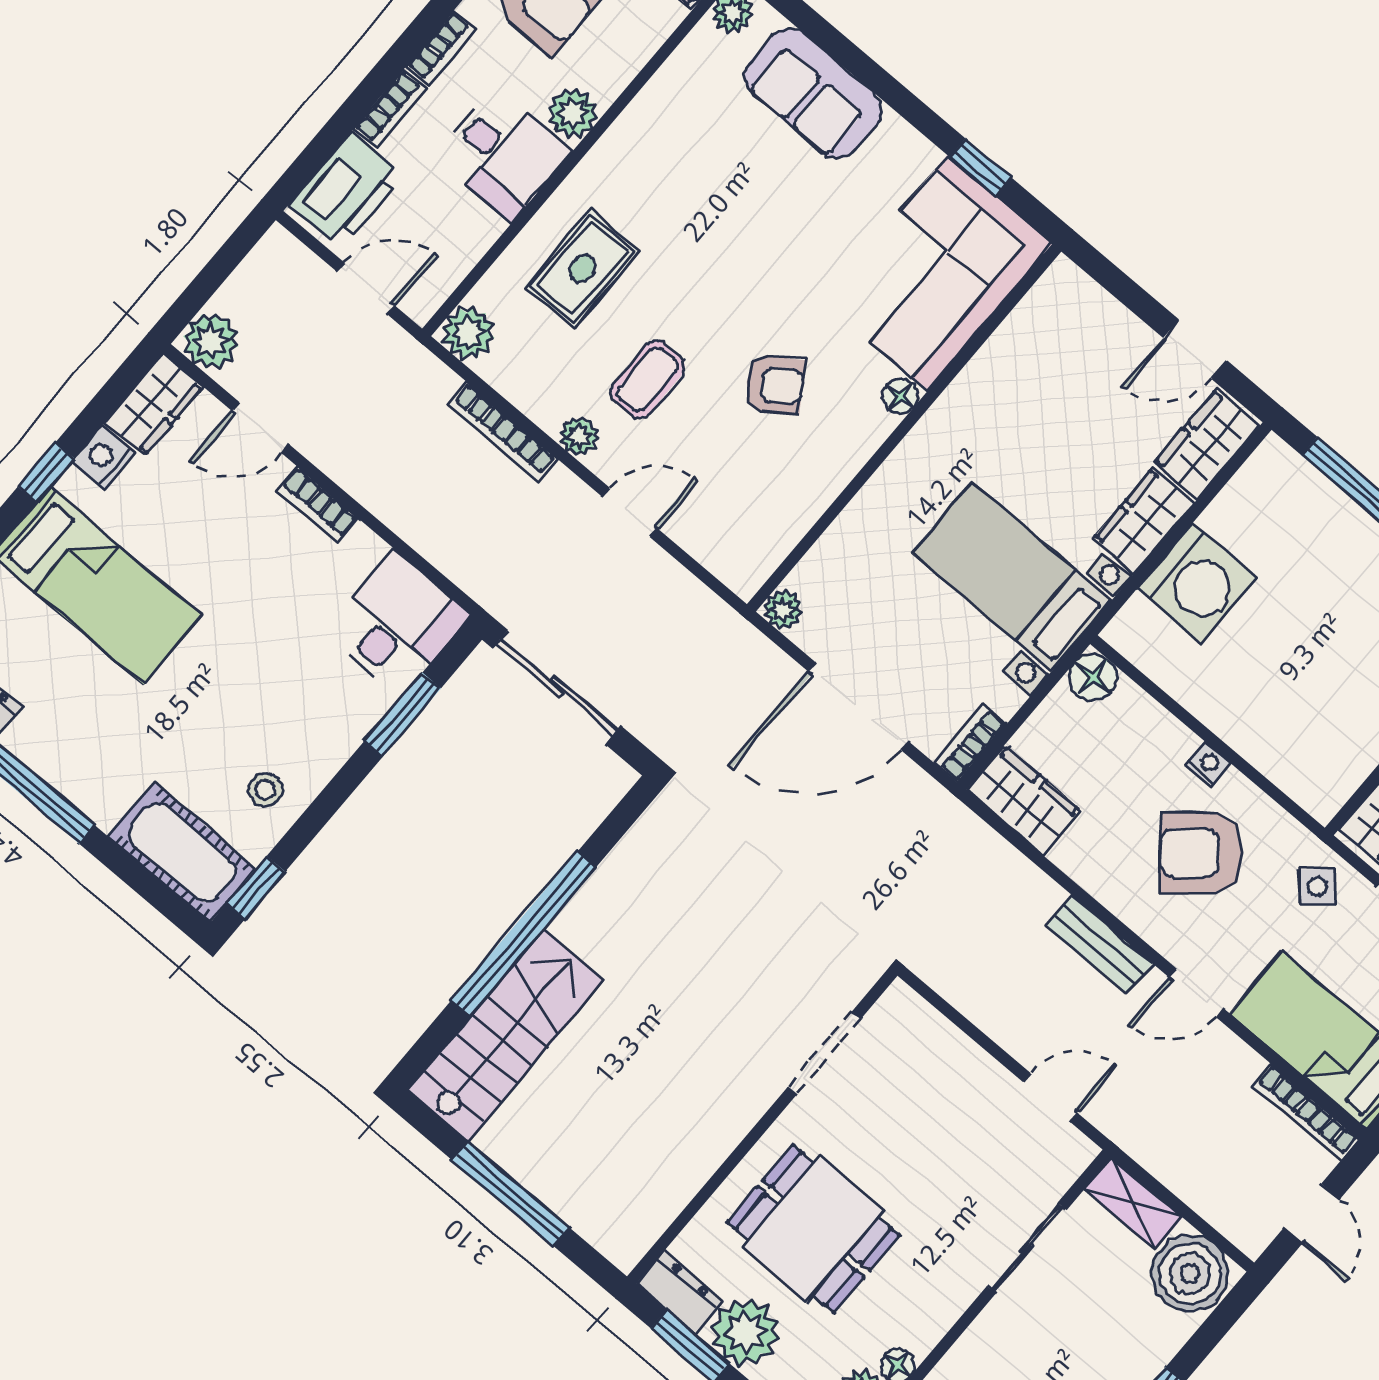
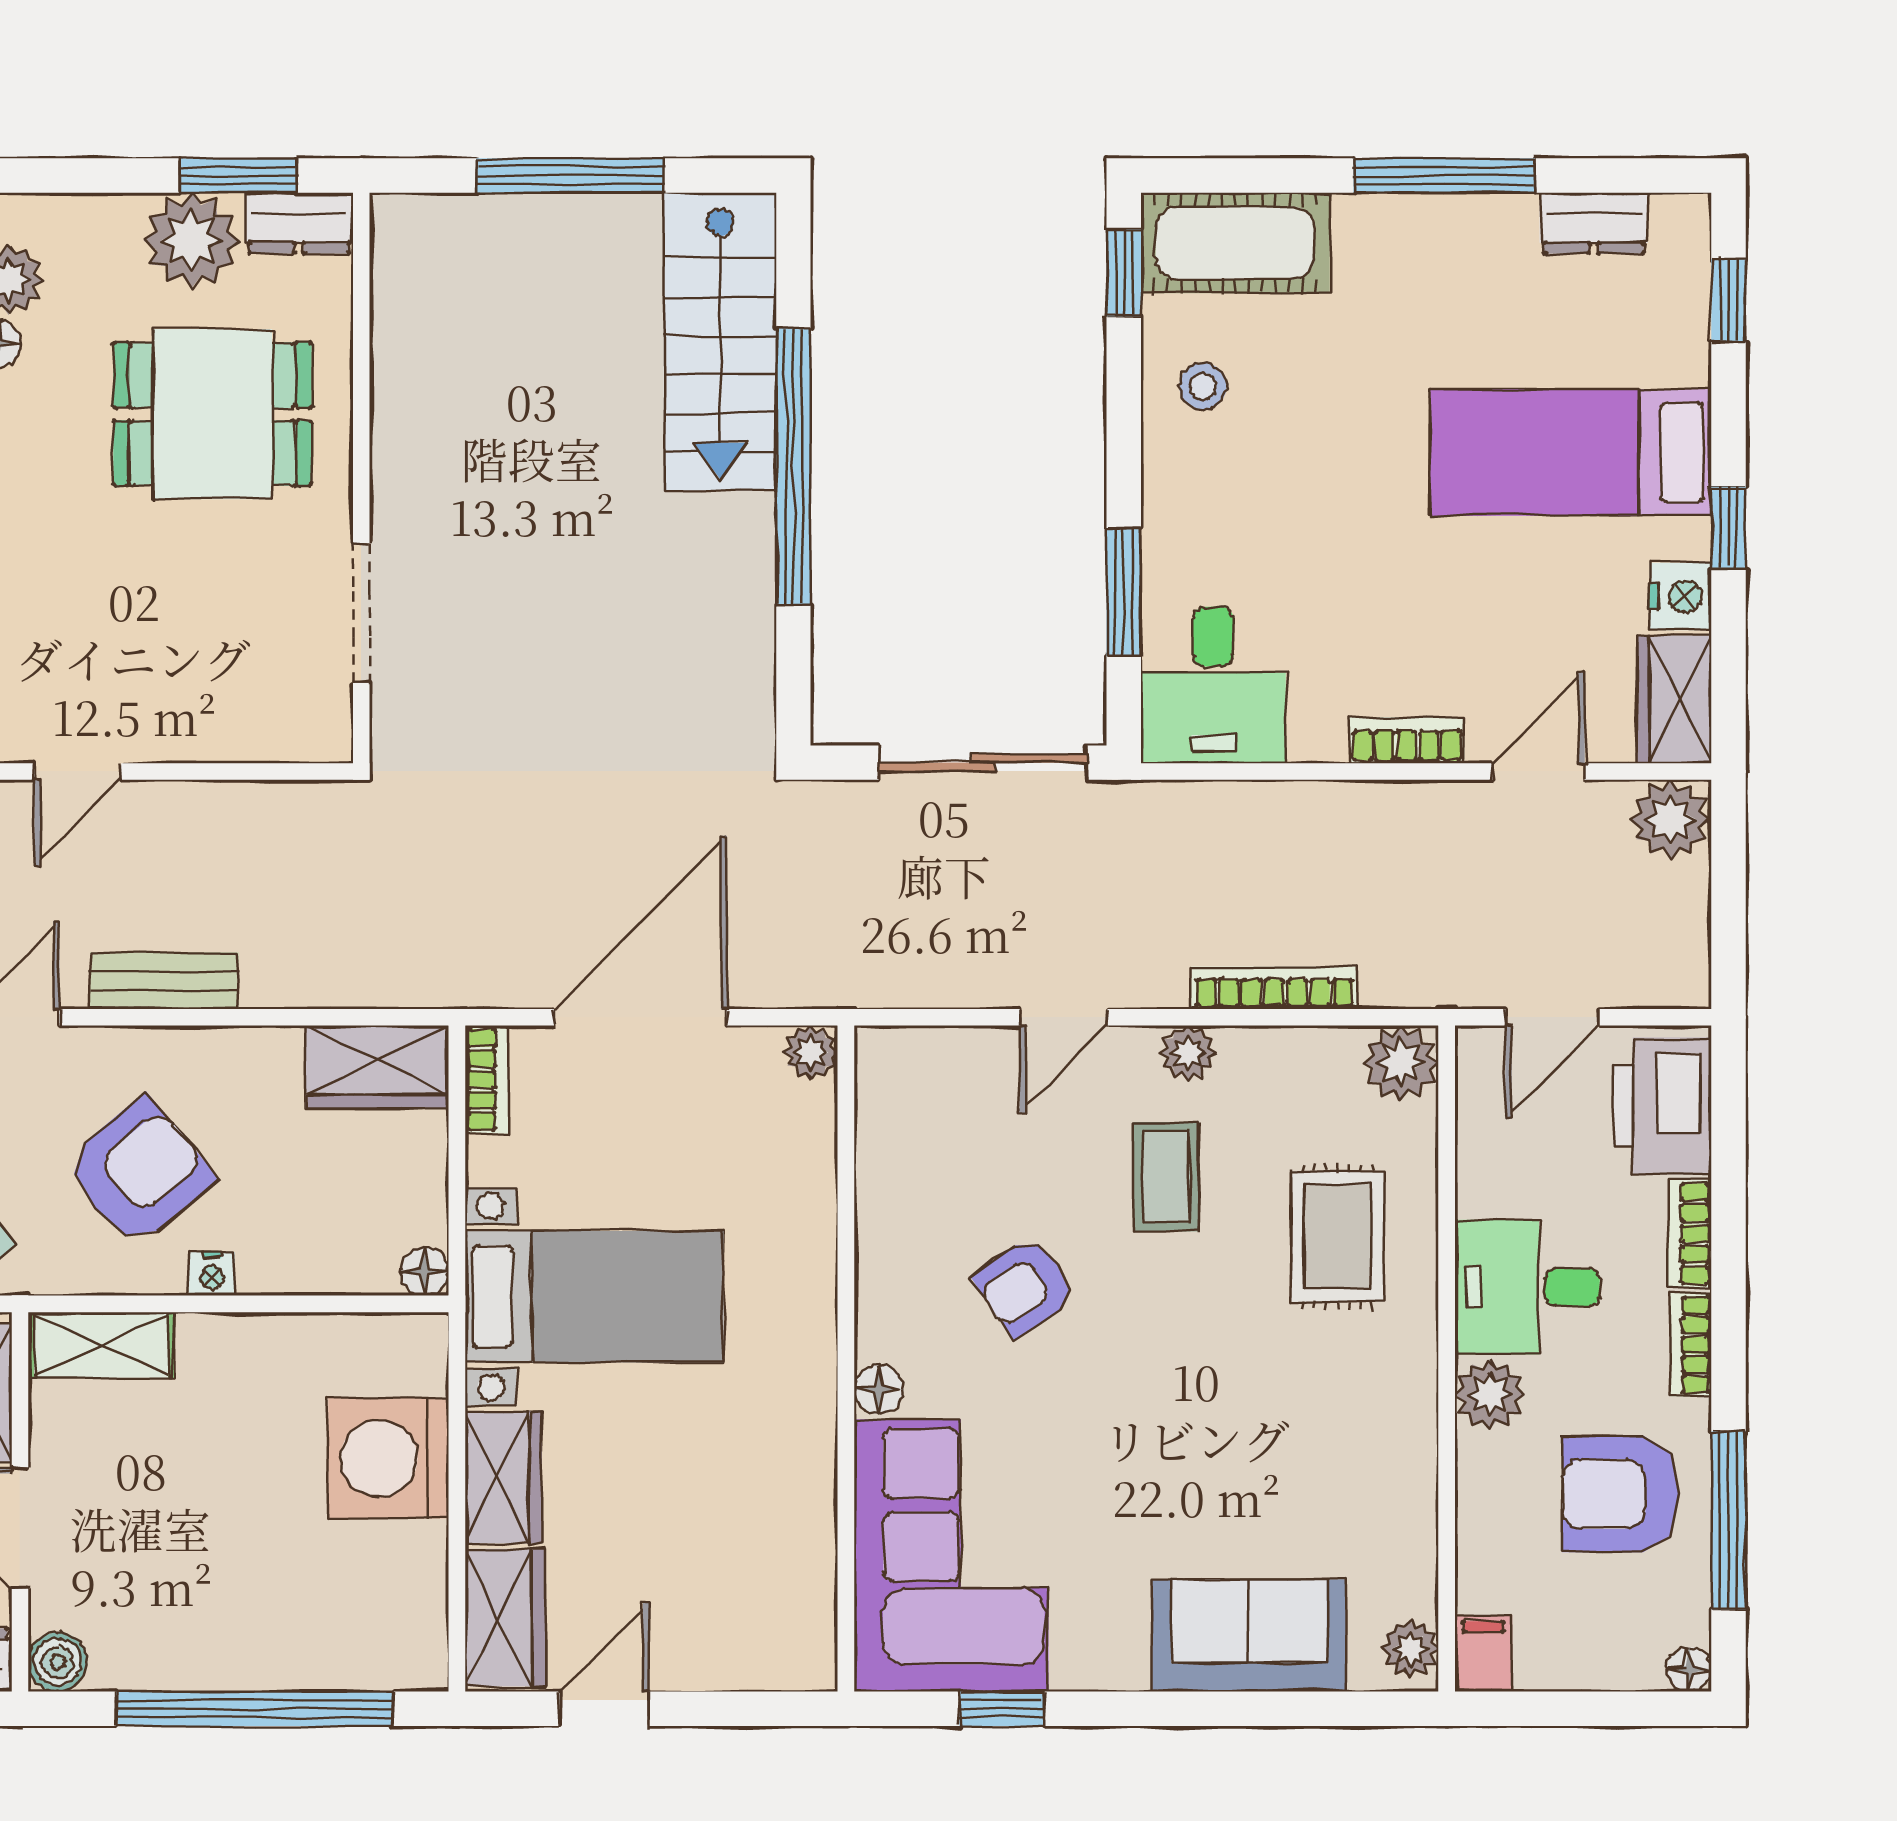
floor lamp: (1093, 677) -> (424, 1272), width x0.73, depth x0.73
shelving: (1300, 777) -> (101, 1345), added

